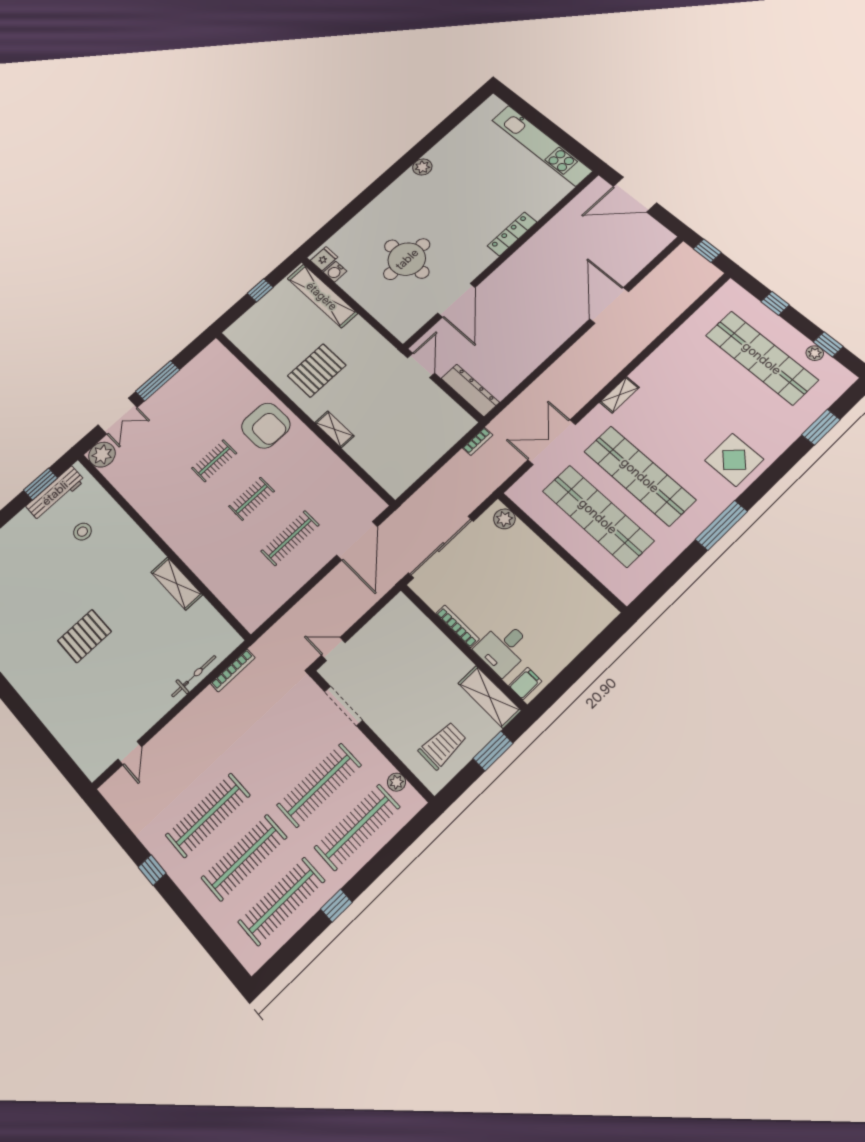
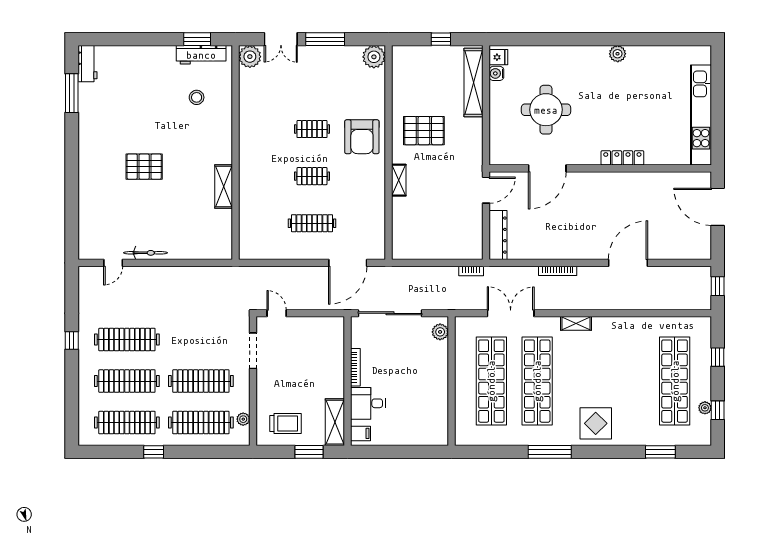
plant: (215, 355) -> (374, 57), added
bookcase: (233, 670) -> (558, 271), moved
bicycle: (194, 676) -> (145, 253), moved

